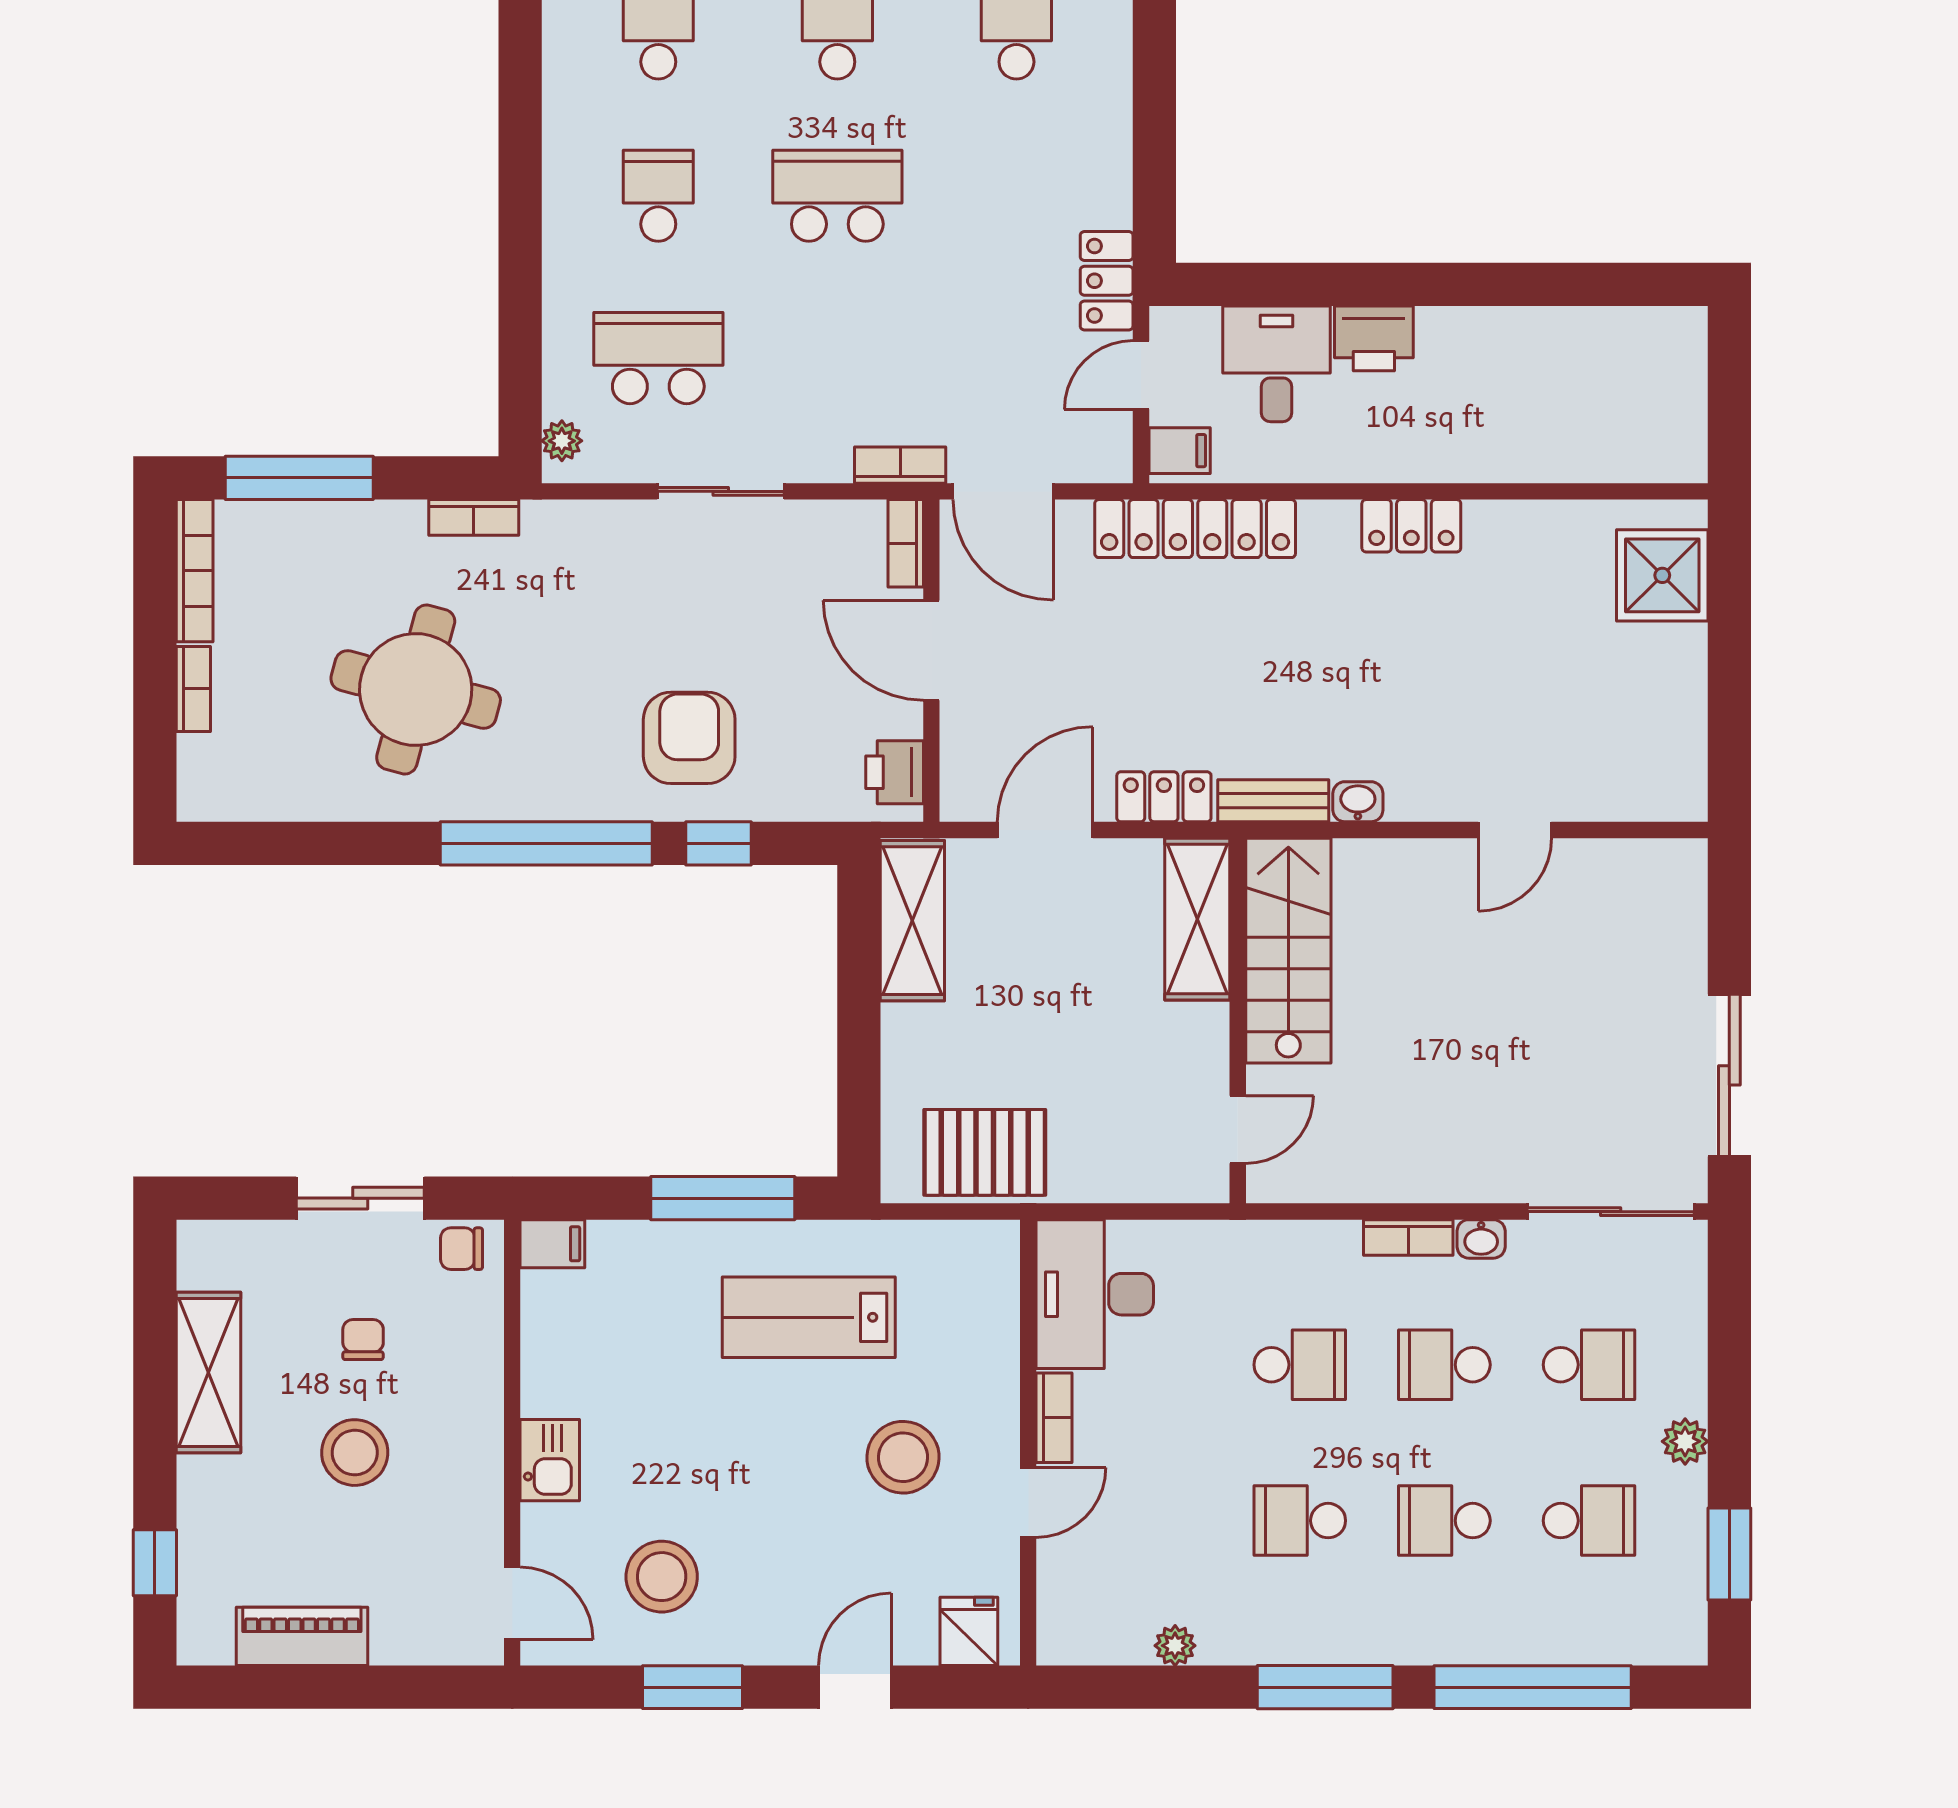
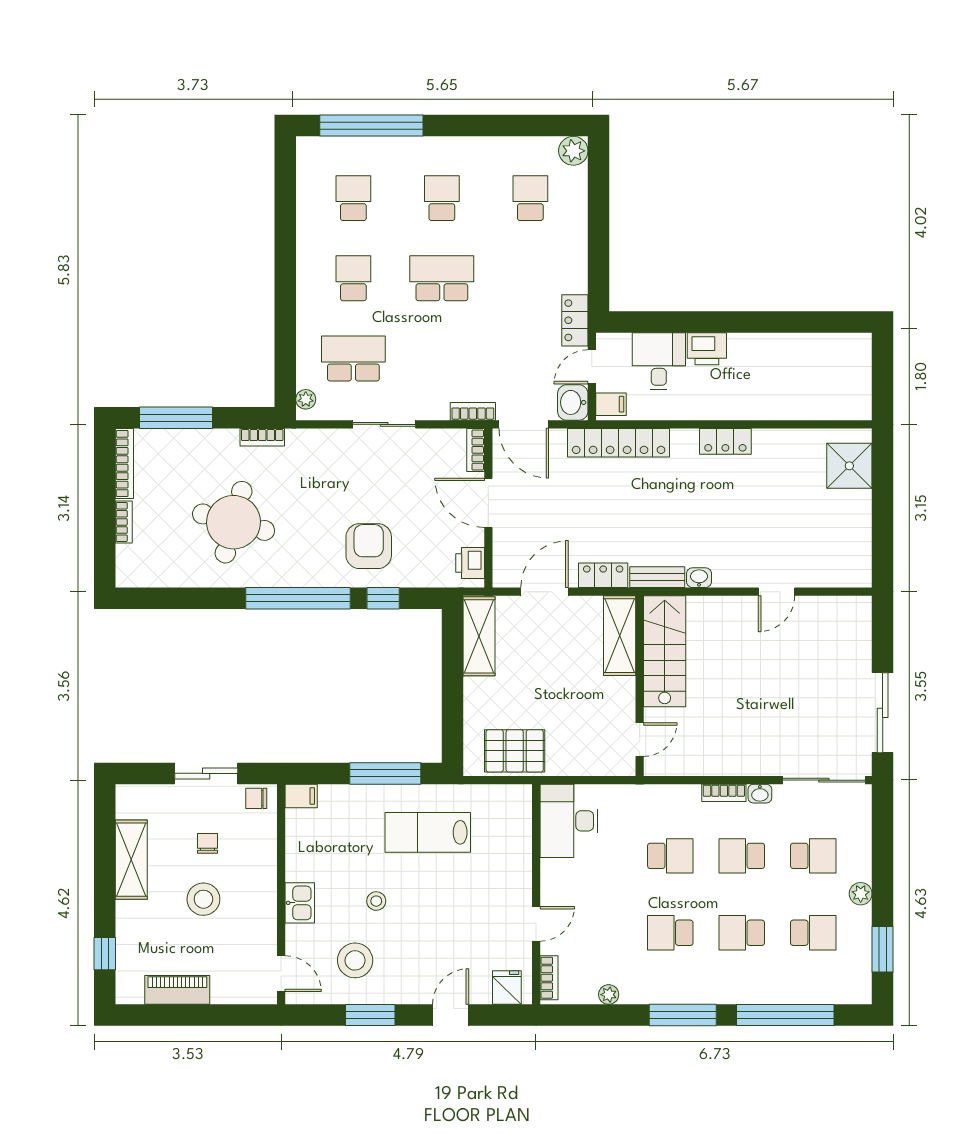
washbasin: (1102, 447) -> (573, 402), added
bookcase: (1054, 1418) -> (549, 978), moved
stool: (903, 1457) -> (376, 901), moved, width x0.53, depth x0.53

